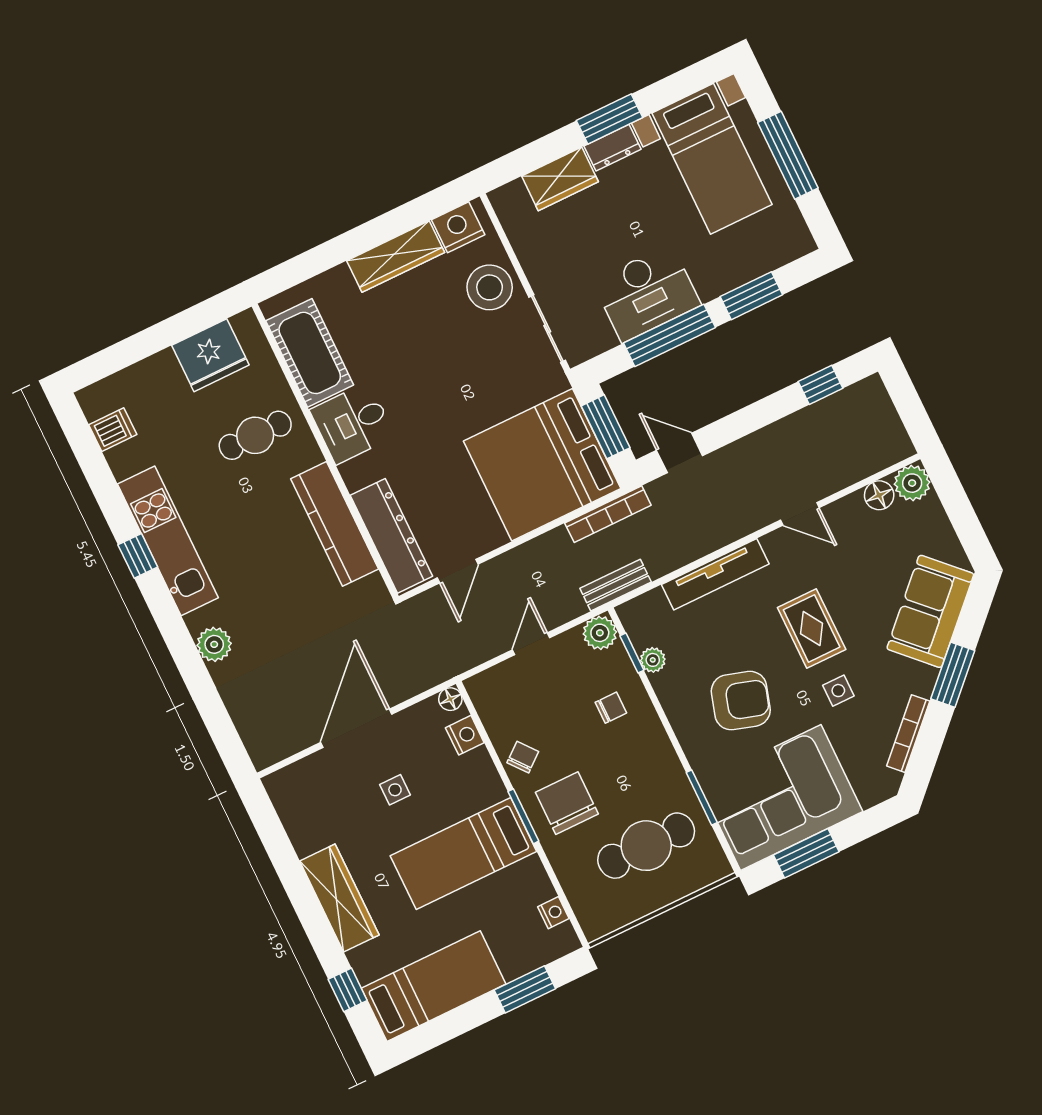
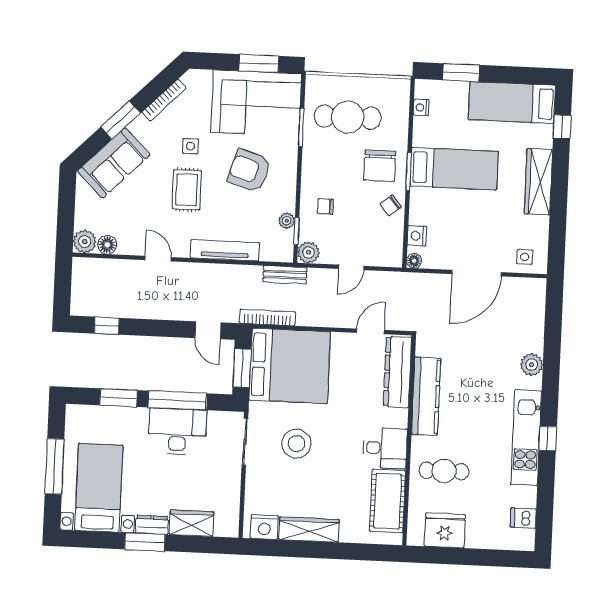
stool: (490, 287) -> (296, 444), moved
side table: (395, 790) -> (525, 257), moved

